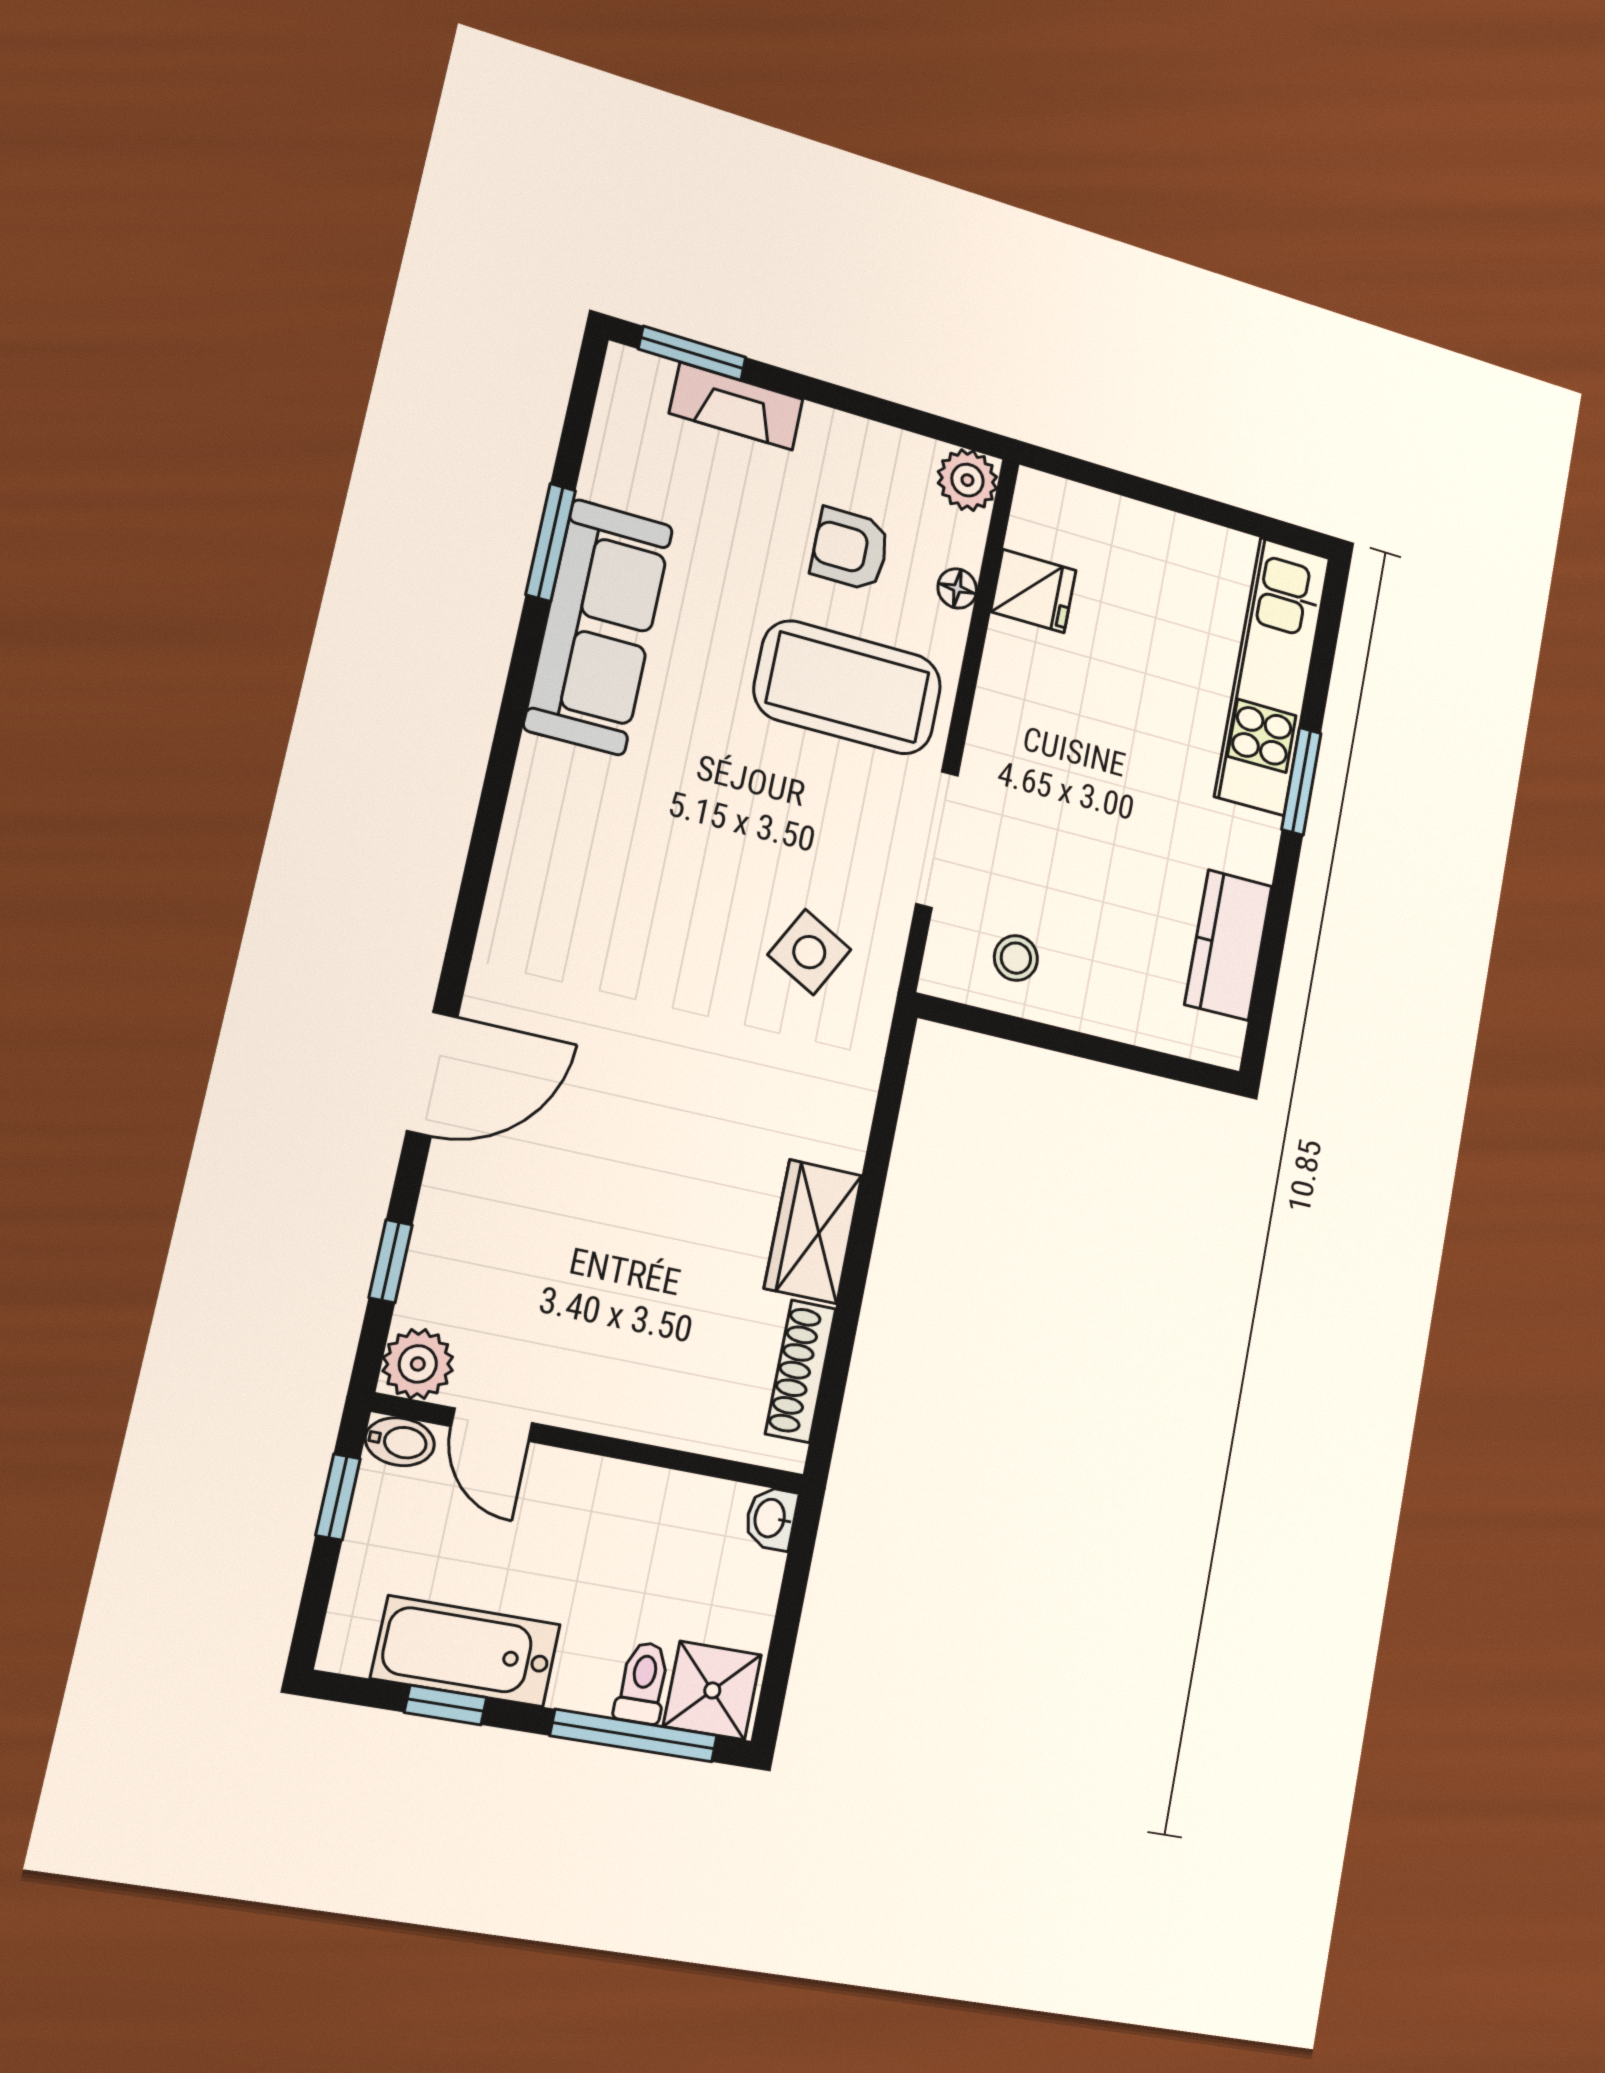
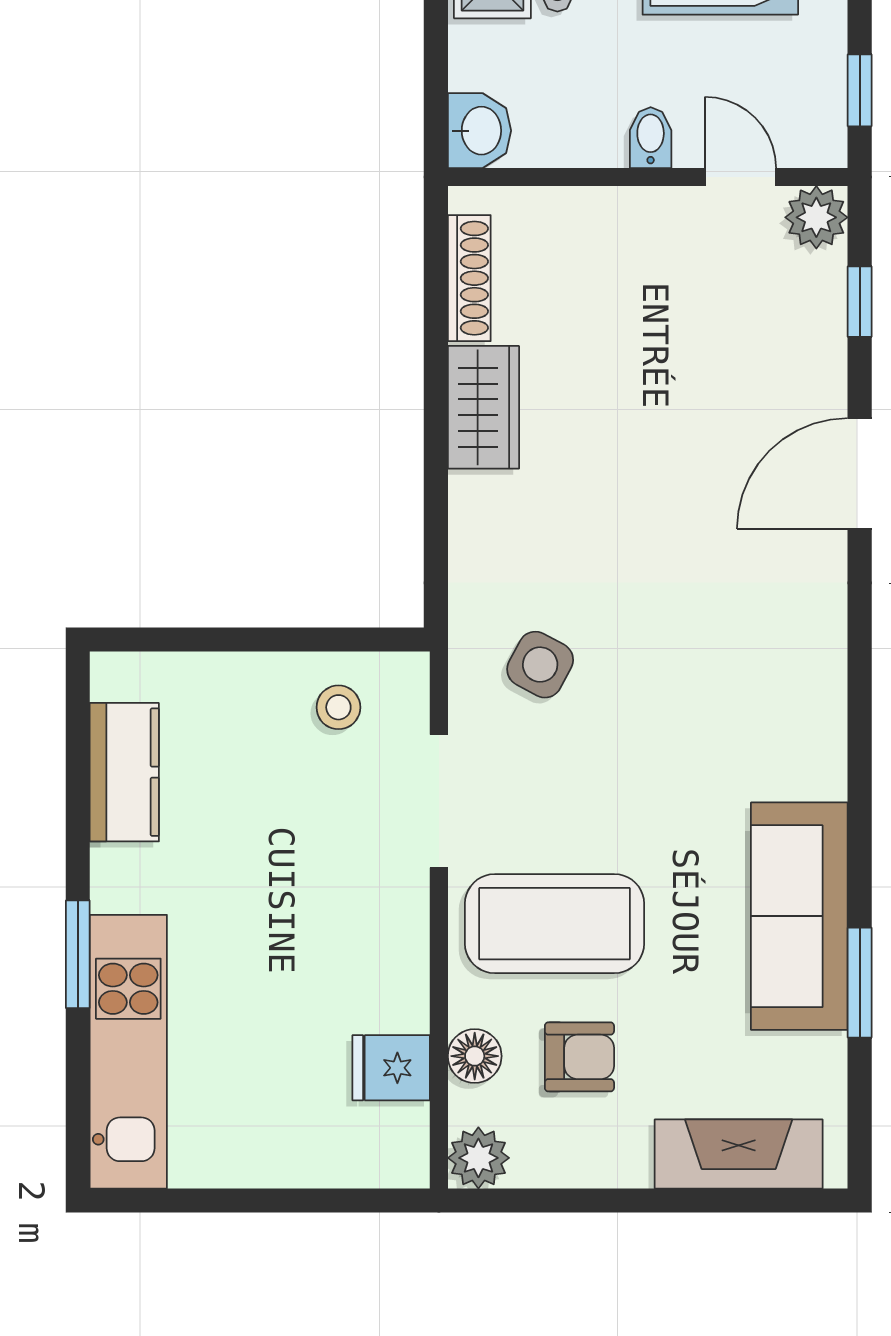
window: (692, 353) -> (768, 1201), removed
fireplace: (736, 406) -> (739, 1154), width x1.37, depth x1.32
floor lamp: (957, 588) -> (475, 1056), width x1.37, depth x1.37
bidet: (400, 1442) -> (651, 138), moved, turned 90
washbasin: (771, 1518) -> (480, 131), width x1.38, depth x1.45

